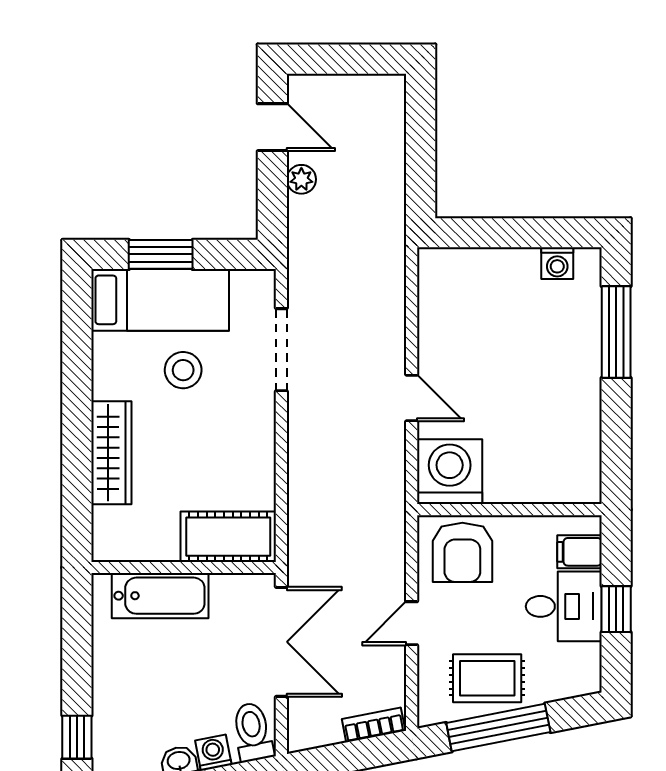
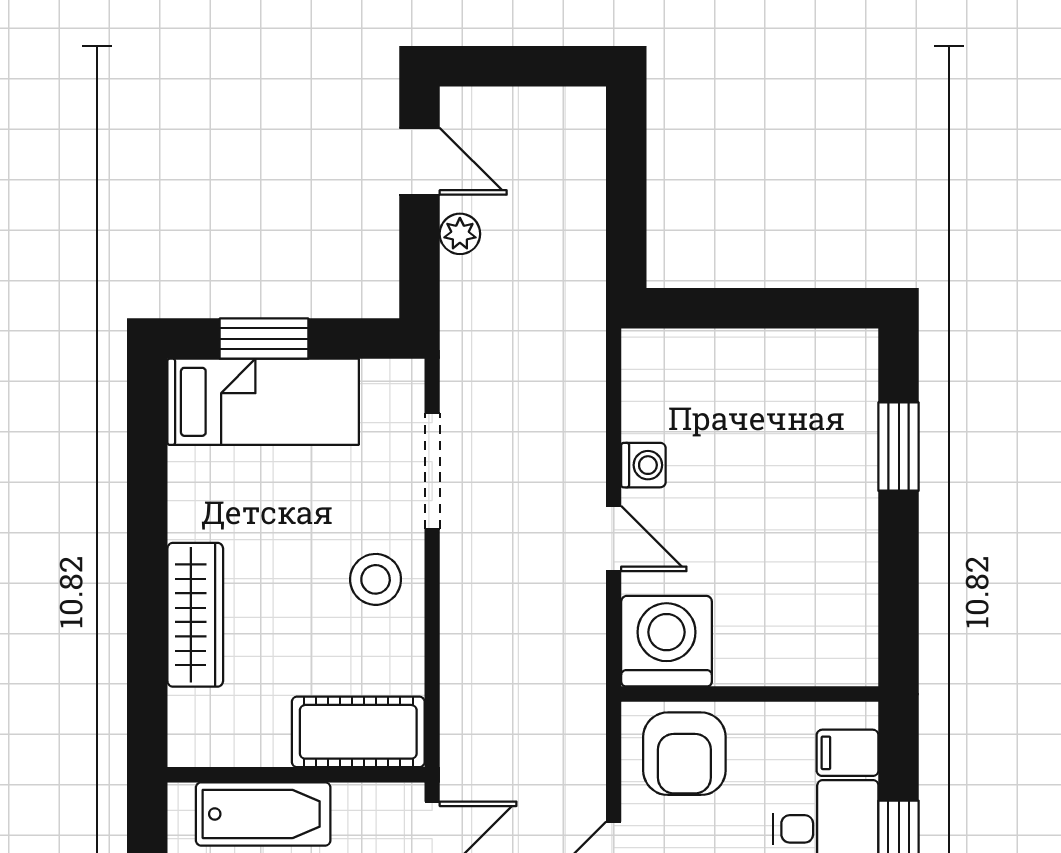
washing machine: (557, 263) -> (643, 465), moved, turned -90
window: (616, 332) -> (899, 447), width x0.69
stool: (183, 370) -> (376, 579), moved

